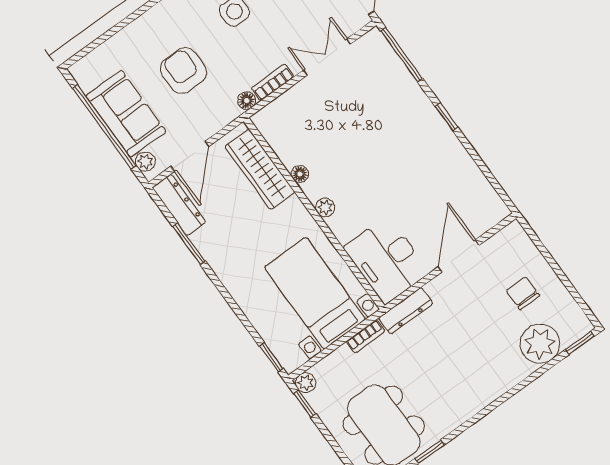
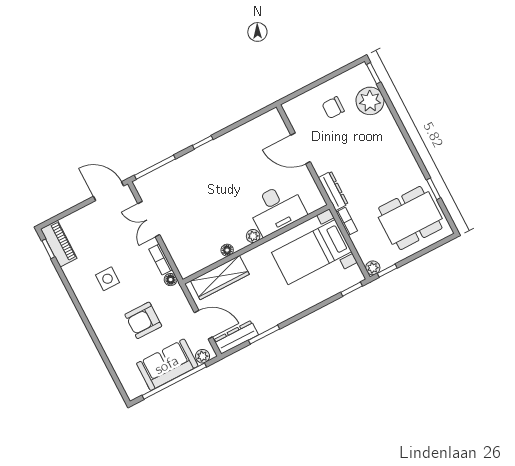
desk: (386, 260) -> (277, 209), moved

